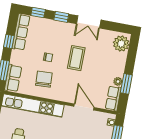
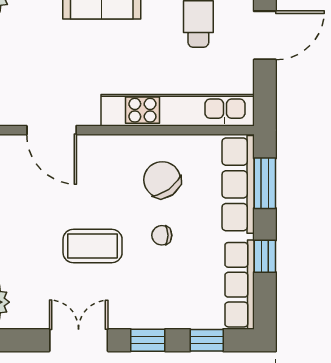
coffee table: (76, 58) -> (93, 246), turned 90
row of seats: (13, 78) -> (238, 184), width x1.48
chair: (44, 79) -> (162, 180), turned 147

